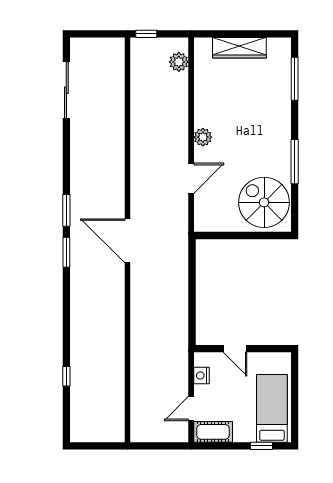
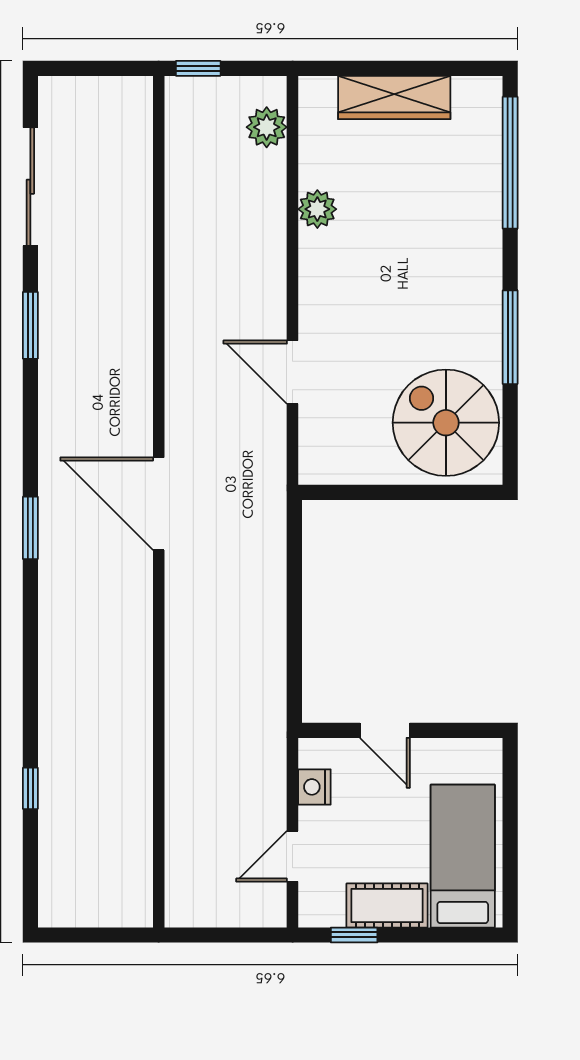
window: (295, 79) -> (510, 163), width x1.46
plant: (203, 137) -> (317, 209), moved
door: (191, 178) -> (293, 372), swing flipped
window: (66, 210) -> (30, 325), moved
cot: (213, 432) -> (387, 905), moved
window: (261, 446) -> (354, 935), moved

